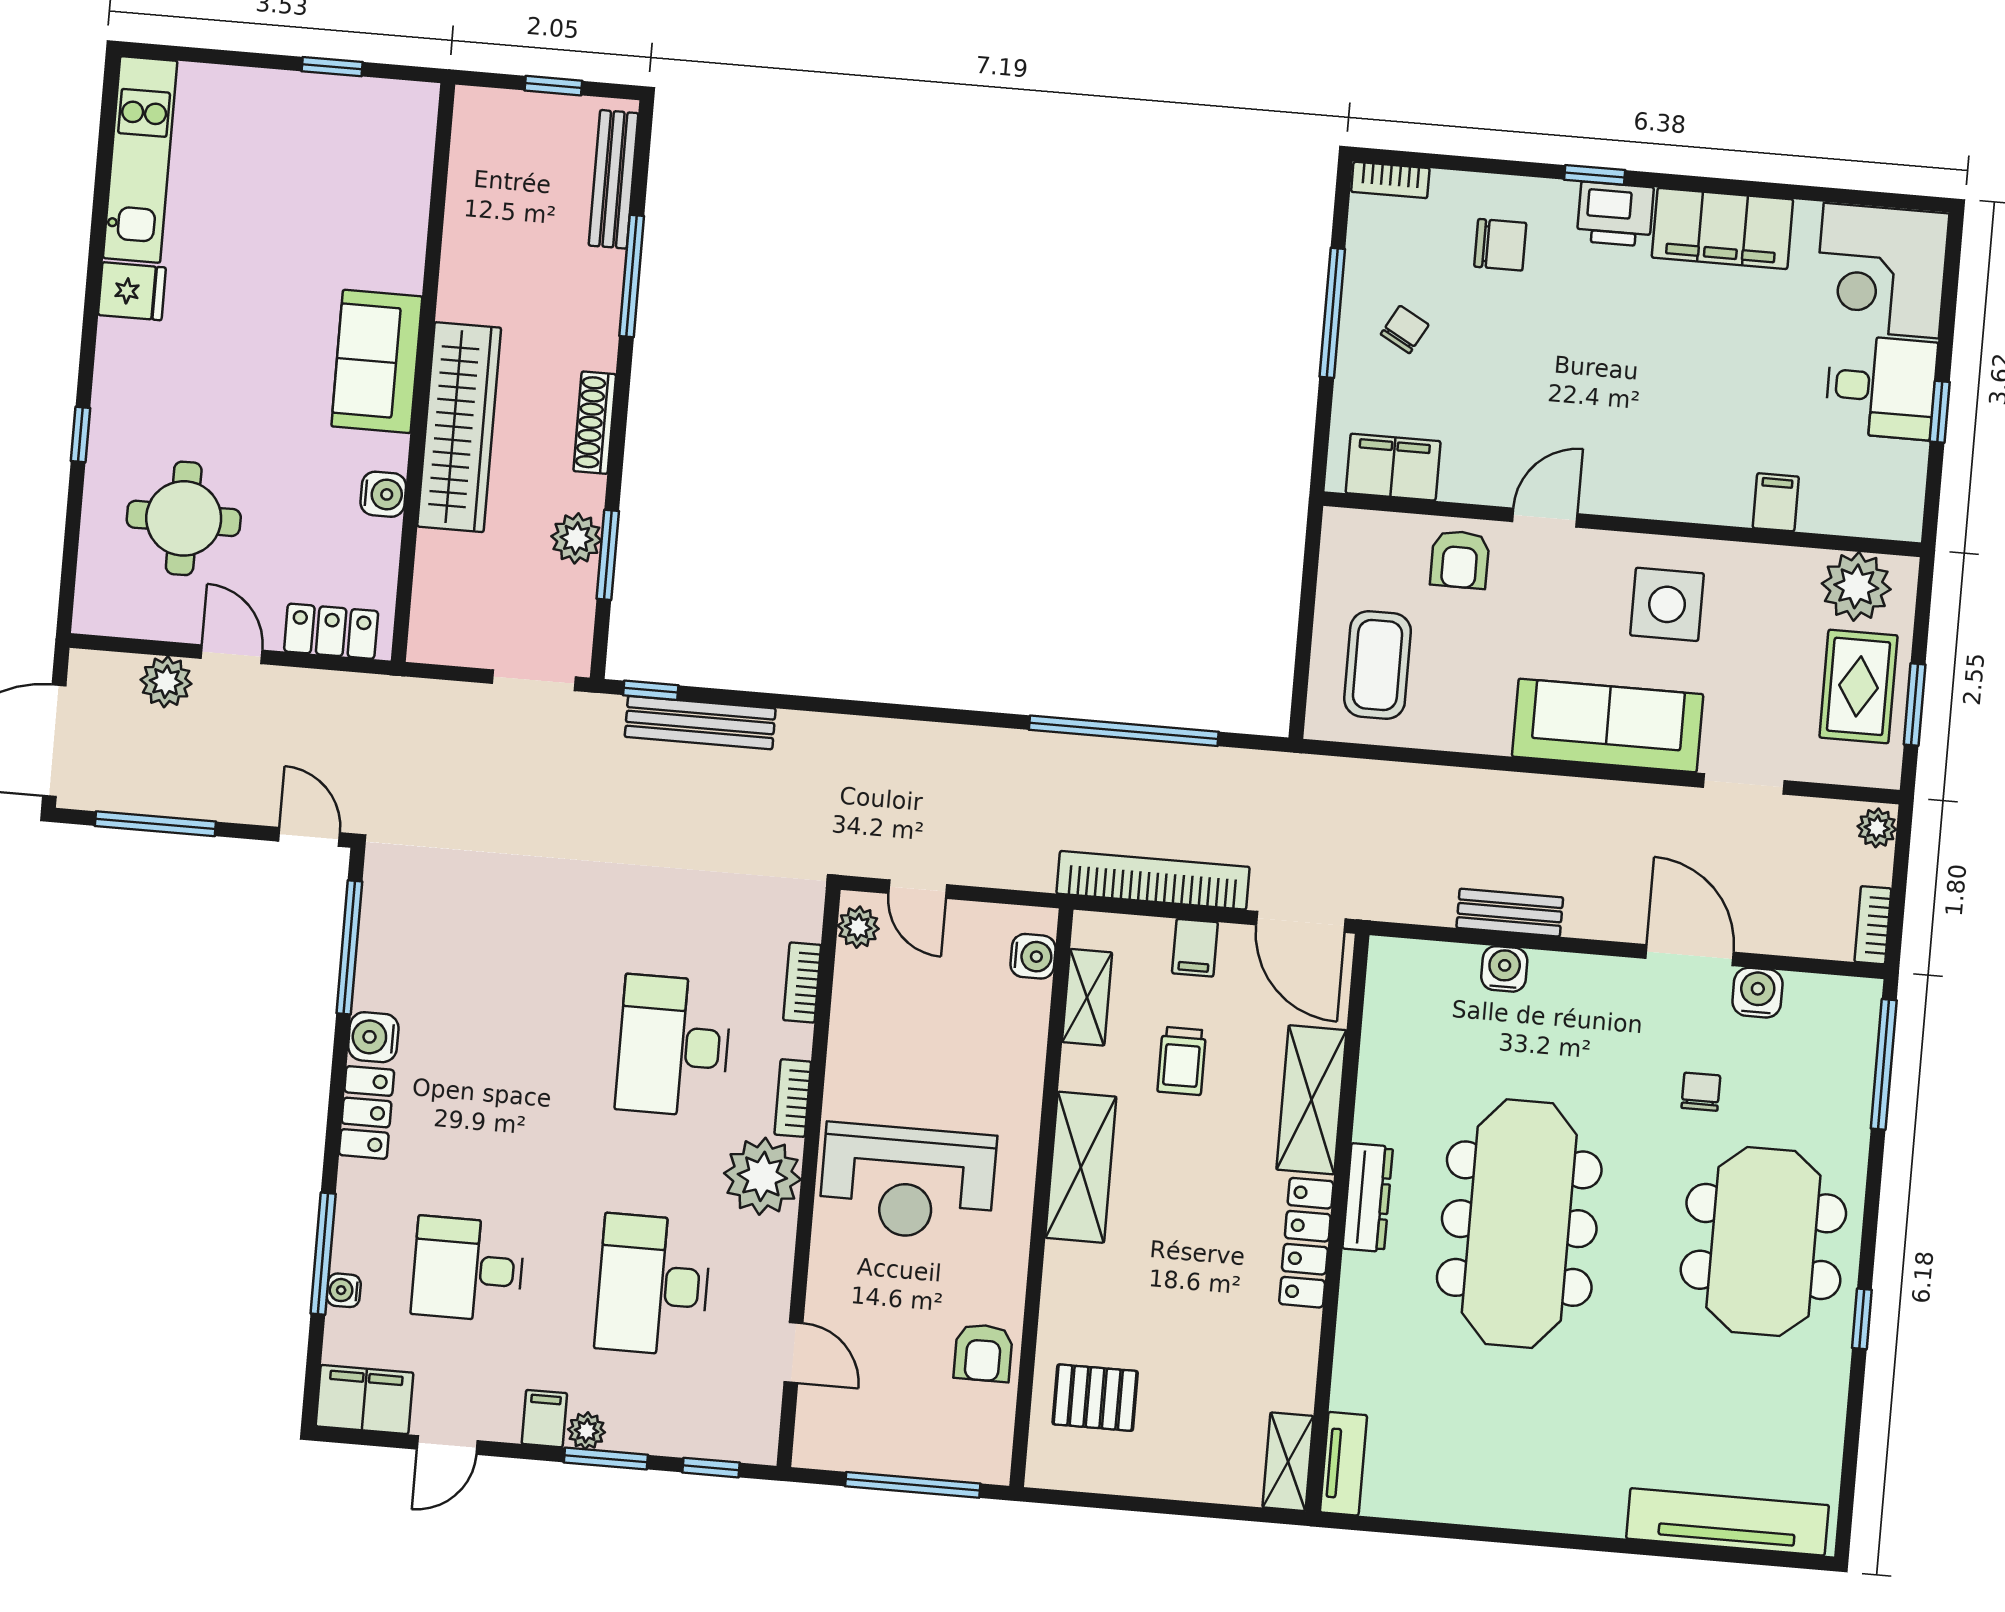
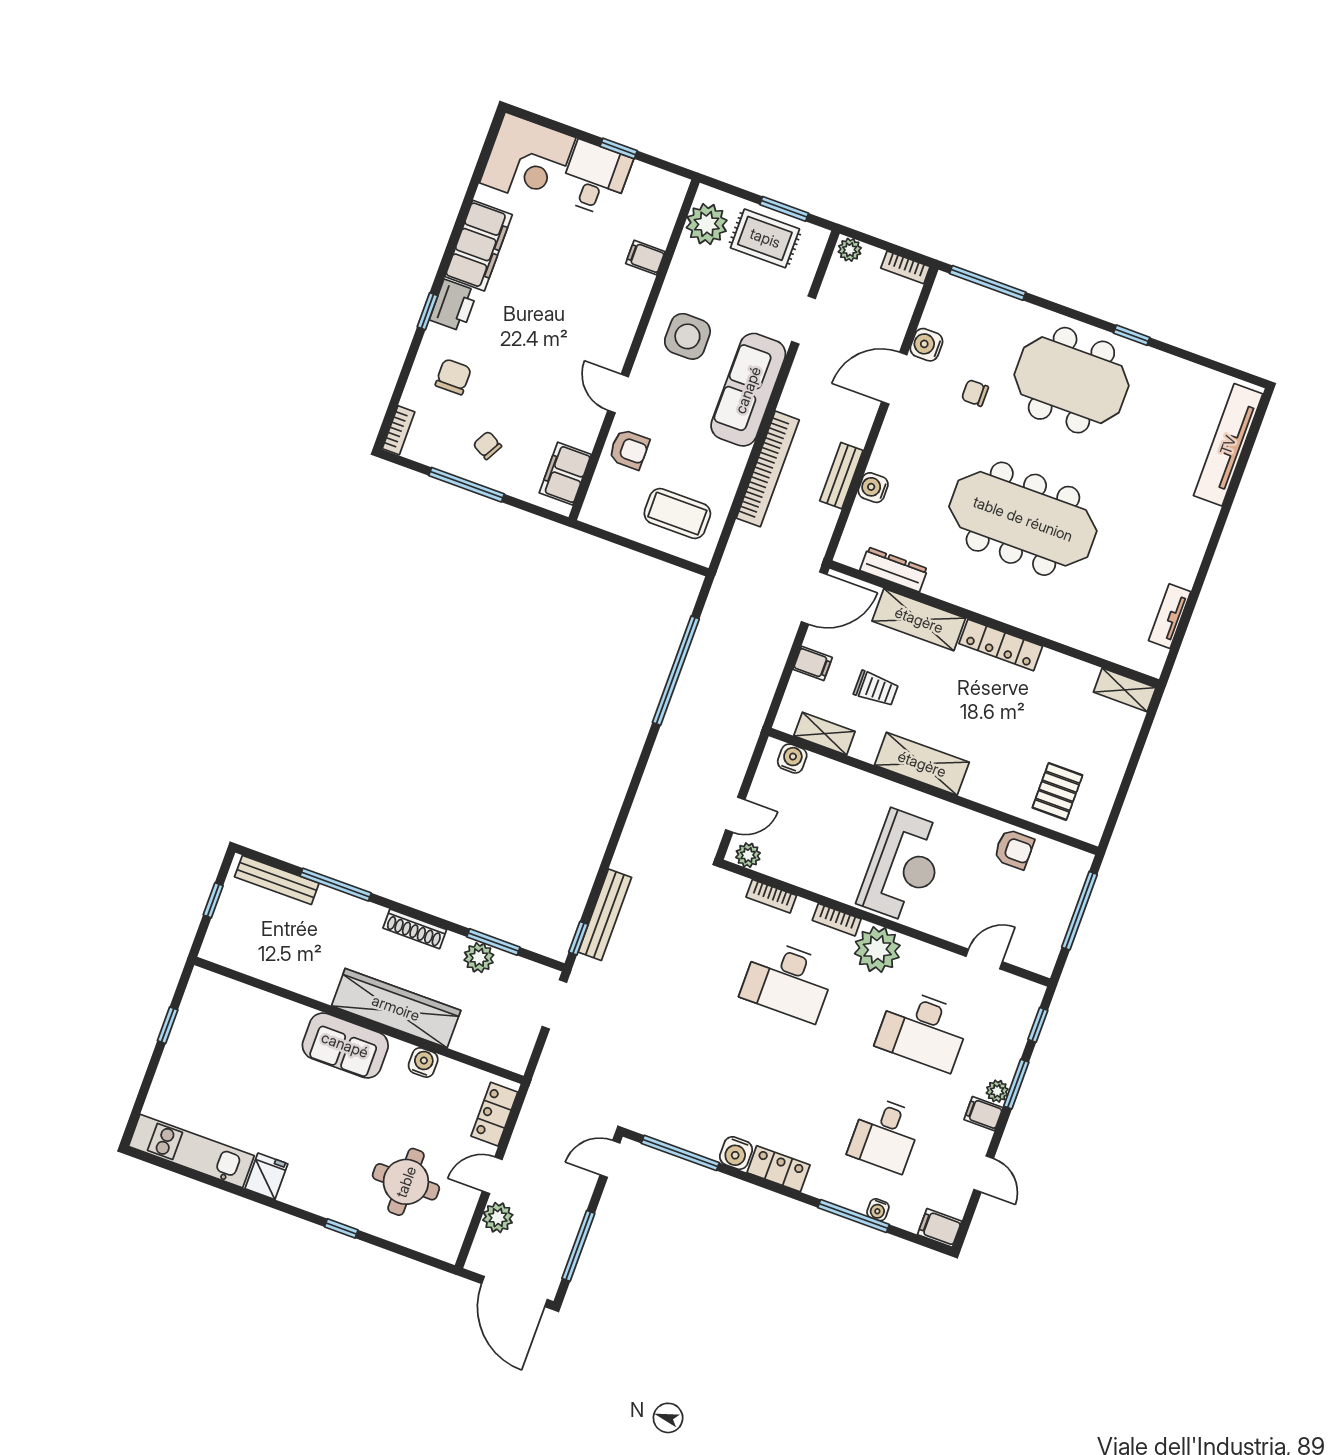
bookcase: (1153, 880) -> (768, 469), moved, turned 180
dresser: (1368, 1198) -> (894, 569), moved
filing cabinet: (364, 1399) -> (940, 1228), width x0.50
tv unit: (1343, 1464) -> (1170, 616), moved, turned -90

